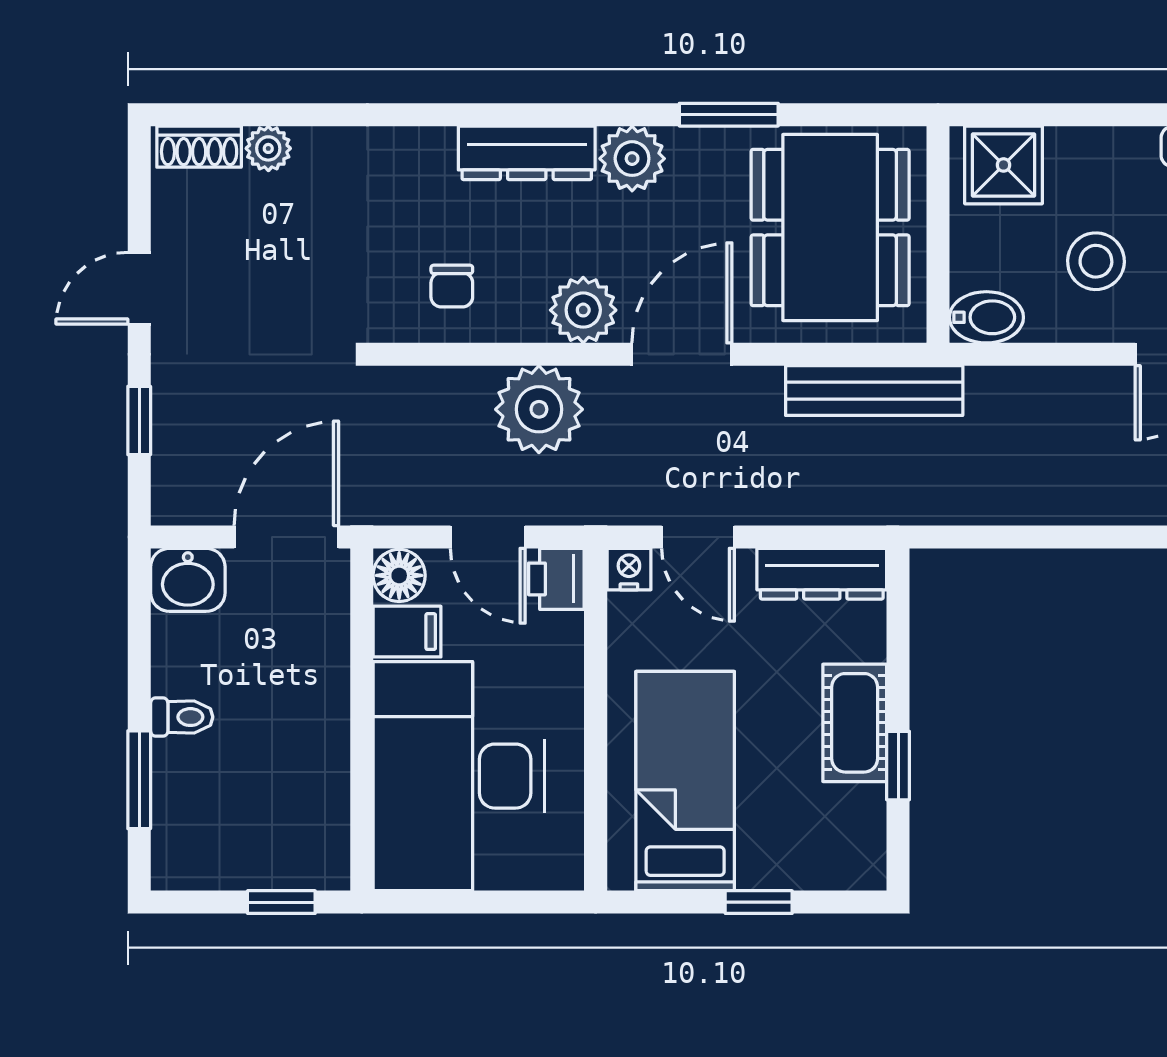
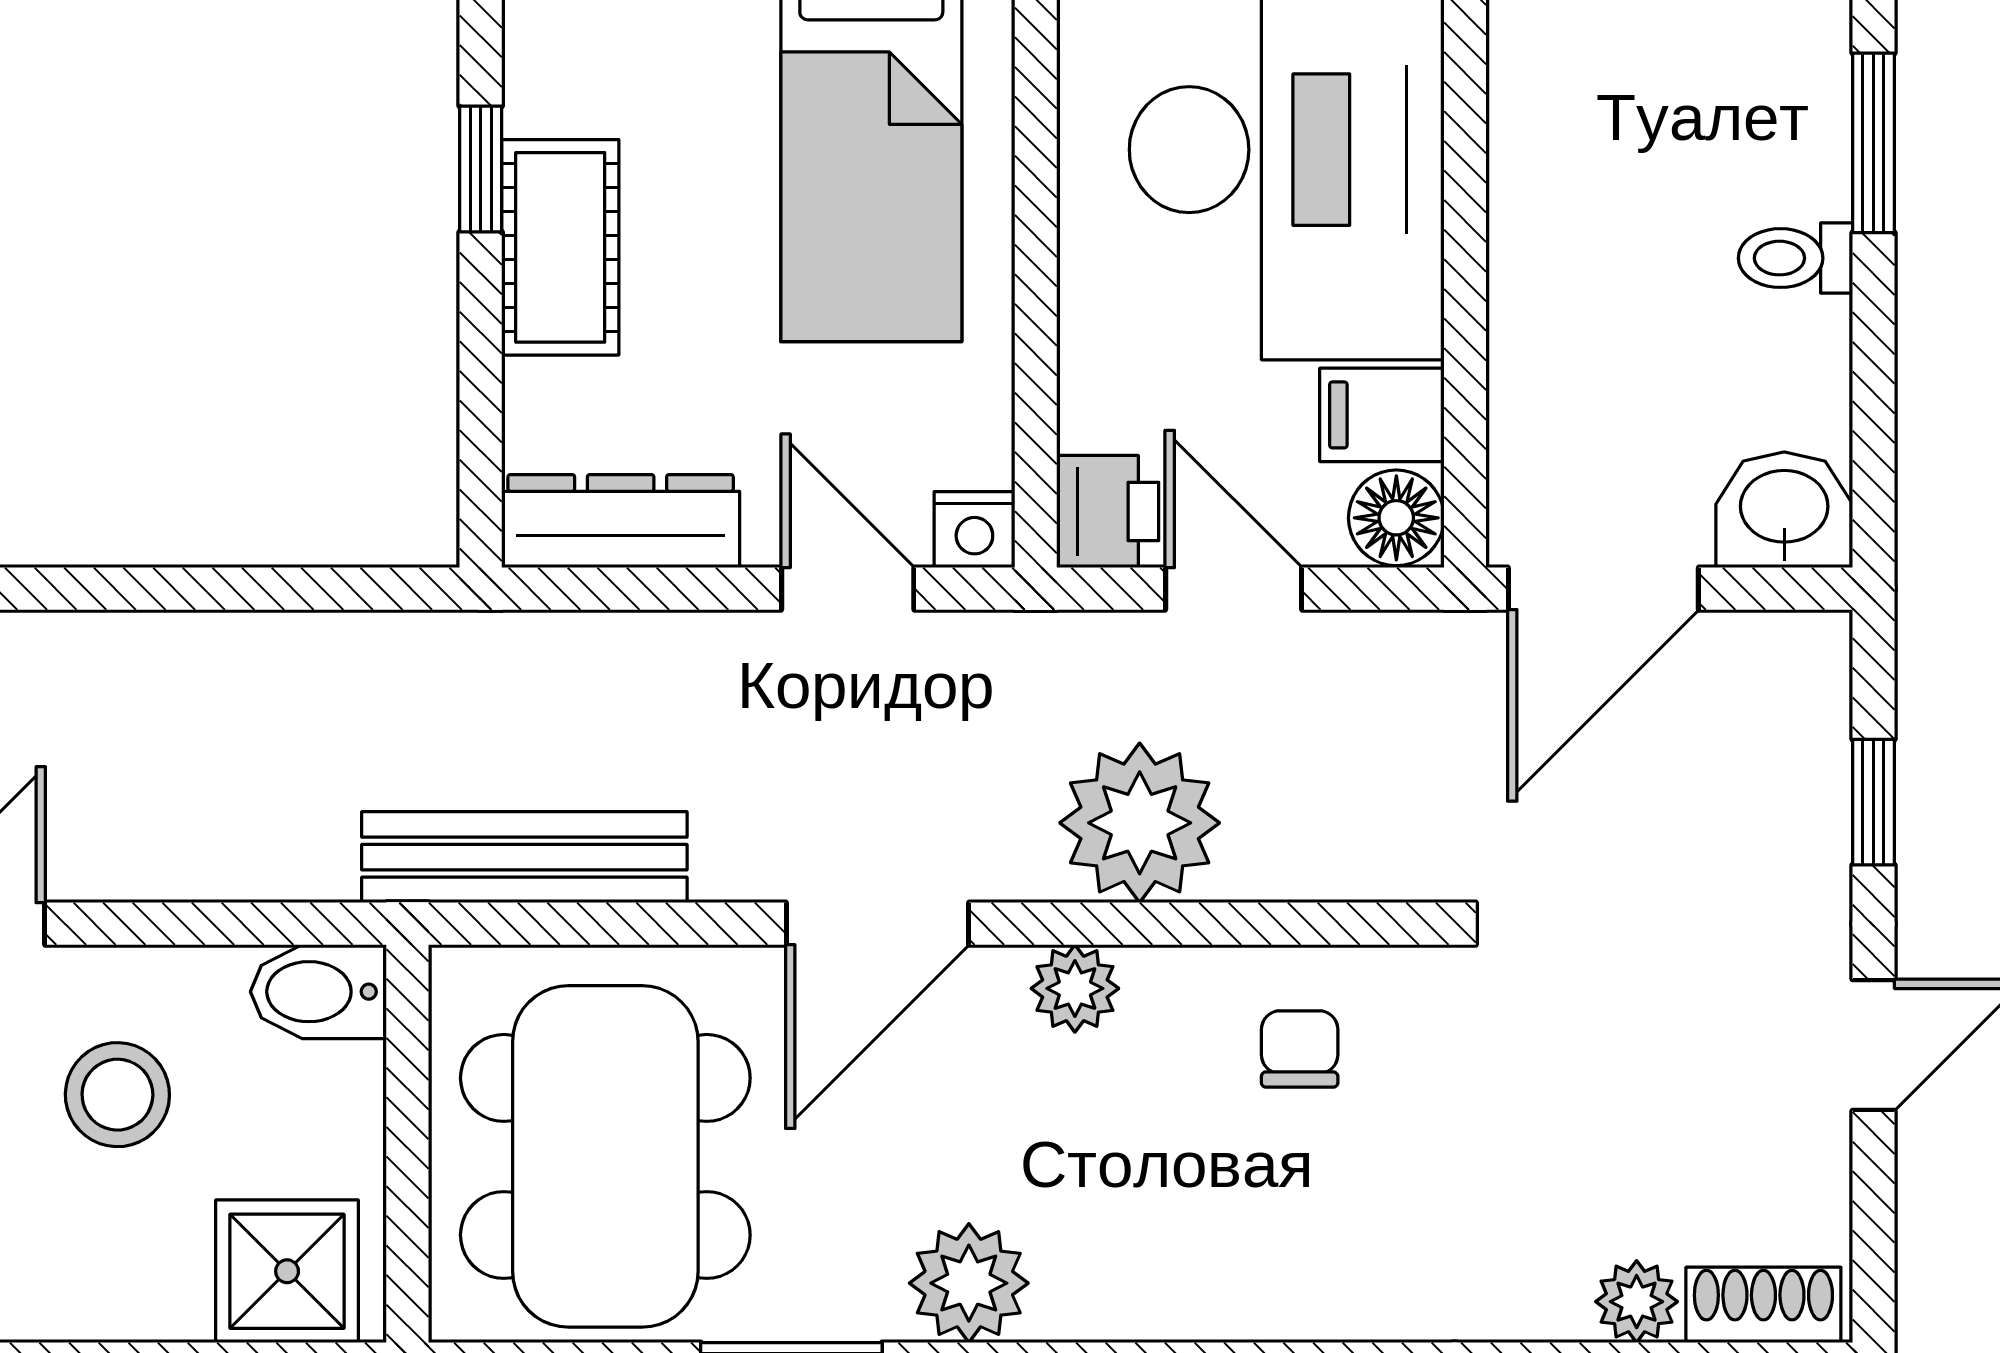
dresser: (527, 153) -> (1162, 1293), removed
plant: (583, 310) -> (1075, 988), width x0.73, depth x0.73

